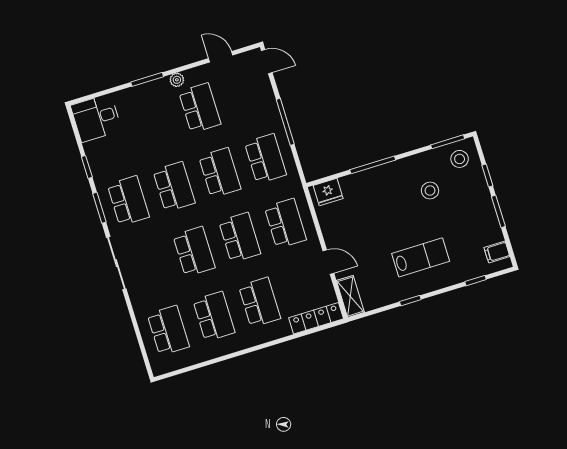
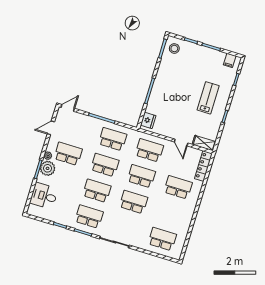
plant: (158, 92) -> (48, 168), added
desk: (96, 118) -> (44, 196), moved, turned 90
stool: (430, 191) -> (180, 72), removed
door: (328, 262) -> (181, 142), swing flipped
school desk: (214, 316) -> (170, 213), removed

